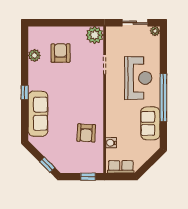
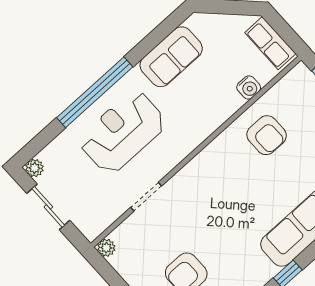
plant: (95, 35) -> (106, 248), width x0.53, depth x0.53
window: (163, 98) -> (95, 92), moved
armchair: (86, 133) -> (267, 135), turned 87

